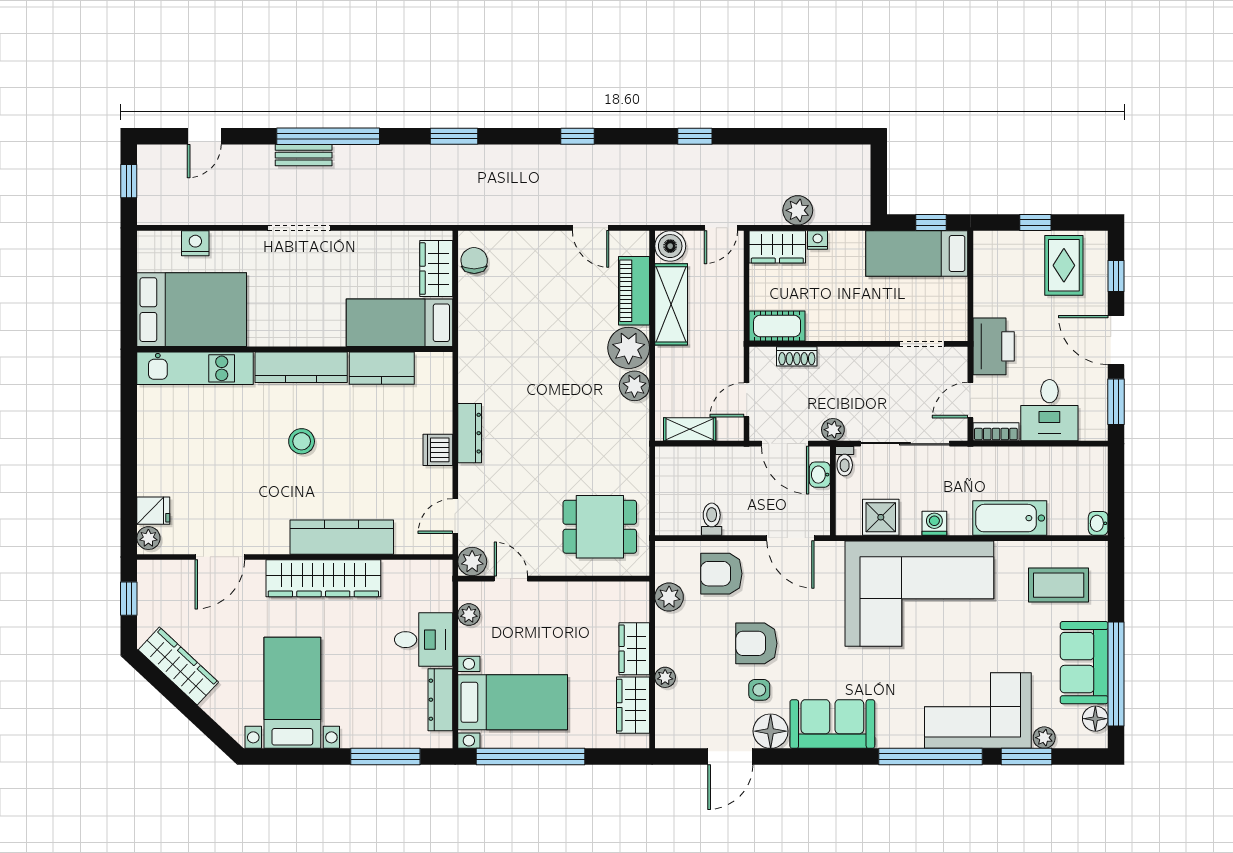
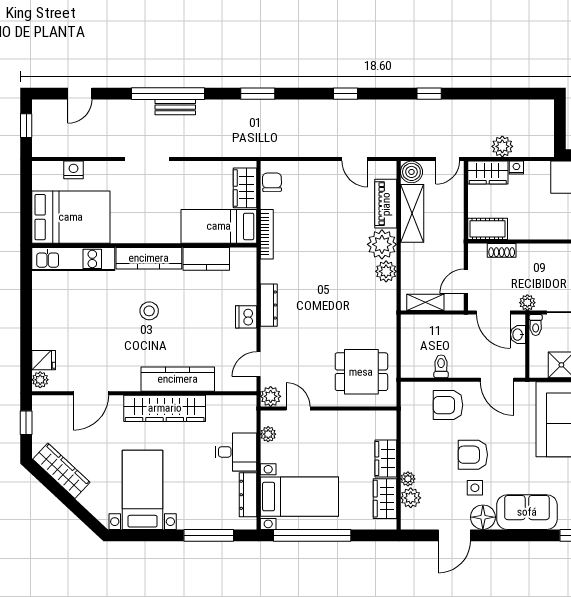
bench: (304, 155) -> (175, 107), moved
bookcase: (467, 334) -> (267, 234), added
plant: (669, 597) -> (411, 498), moved

